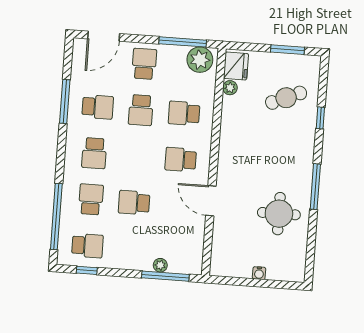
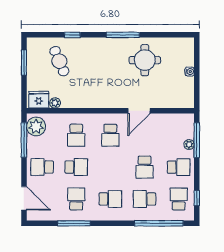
school desk: (131, 249) -> (179, 167), added

